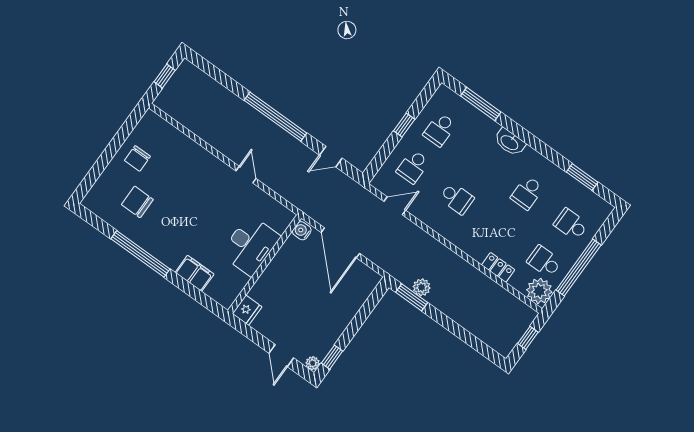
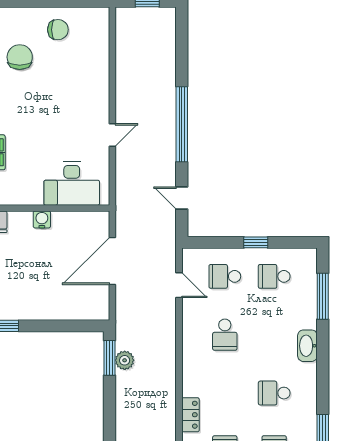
chair: (137, 158) -> (58, 30), turned 180
water cooler: (302, 231) -> (42, 219), moved
desk: (250, 245) -> (72, 184), moved

